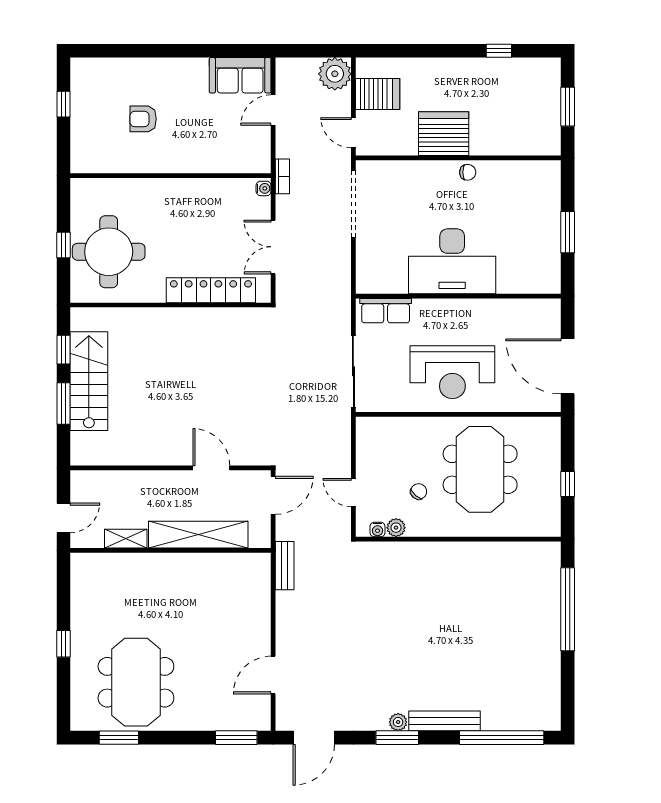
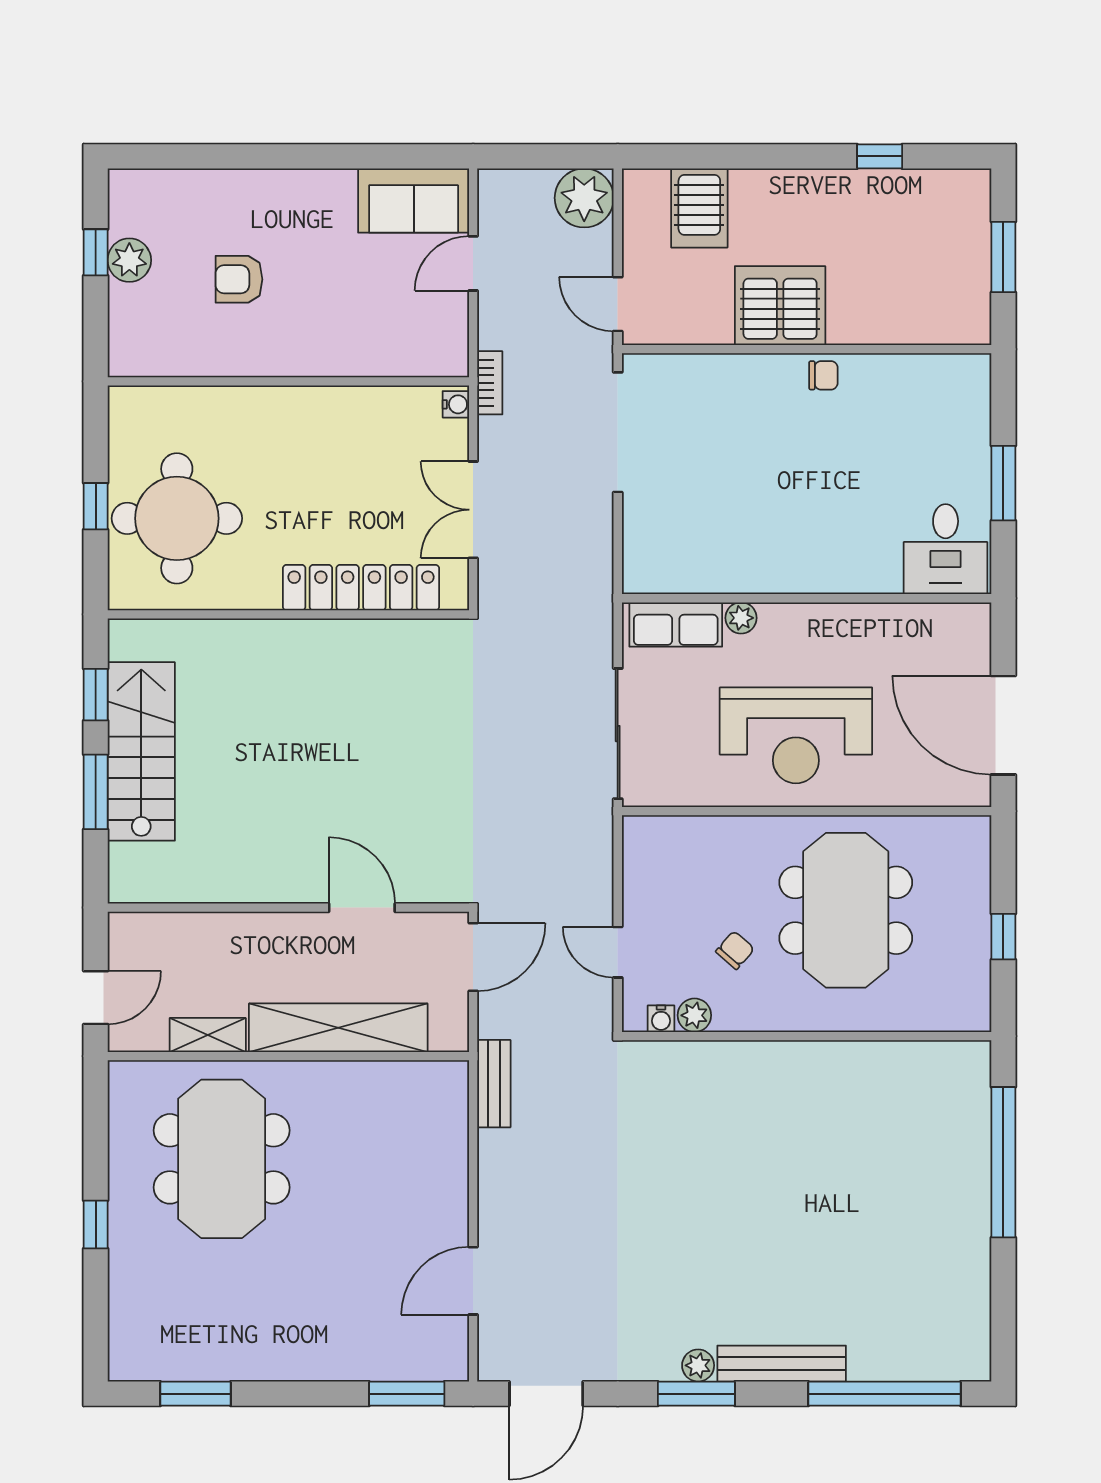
server rack: (378, 94) -> (699, 208), moved, turned 90
plant: (82, 108) -> (129, 260), added
desk: (452, 261) -> (946, 549), moved, width x0.53, depth x0.77
plant: (422, 307) -> (741, 618), added
meeting table: (136, 682) -> (222, 1159), moved

